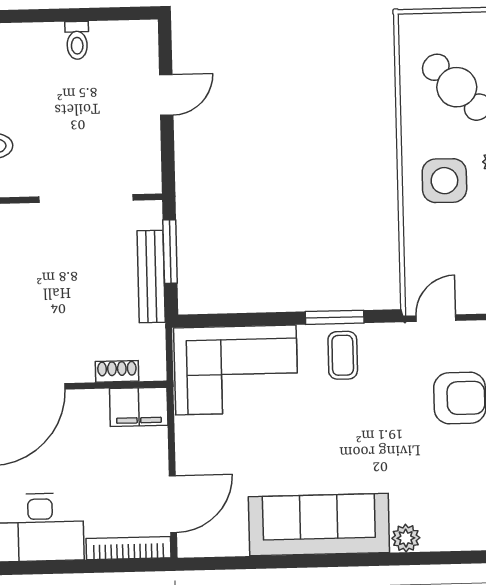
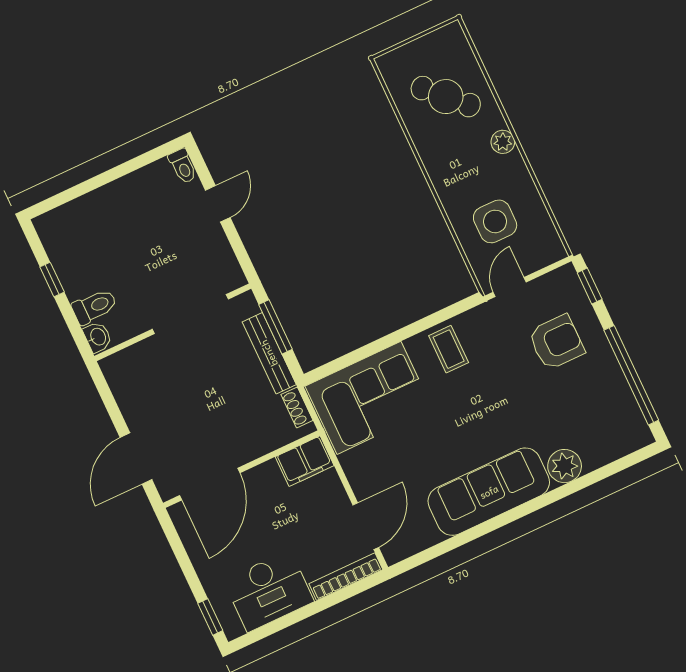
toilet: (77, 40) -> (183, 166), moved
side table: (444, 181) -> (495, 221), moved
window: (335, 317) -> (429, 322), removed
shoe rack: (117, 371) -> (297, 407), moved, turned -90
plant: (406, 538) -> (565, 466), width x1.38, depth x1.38

